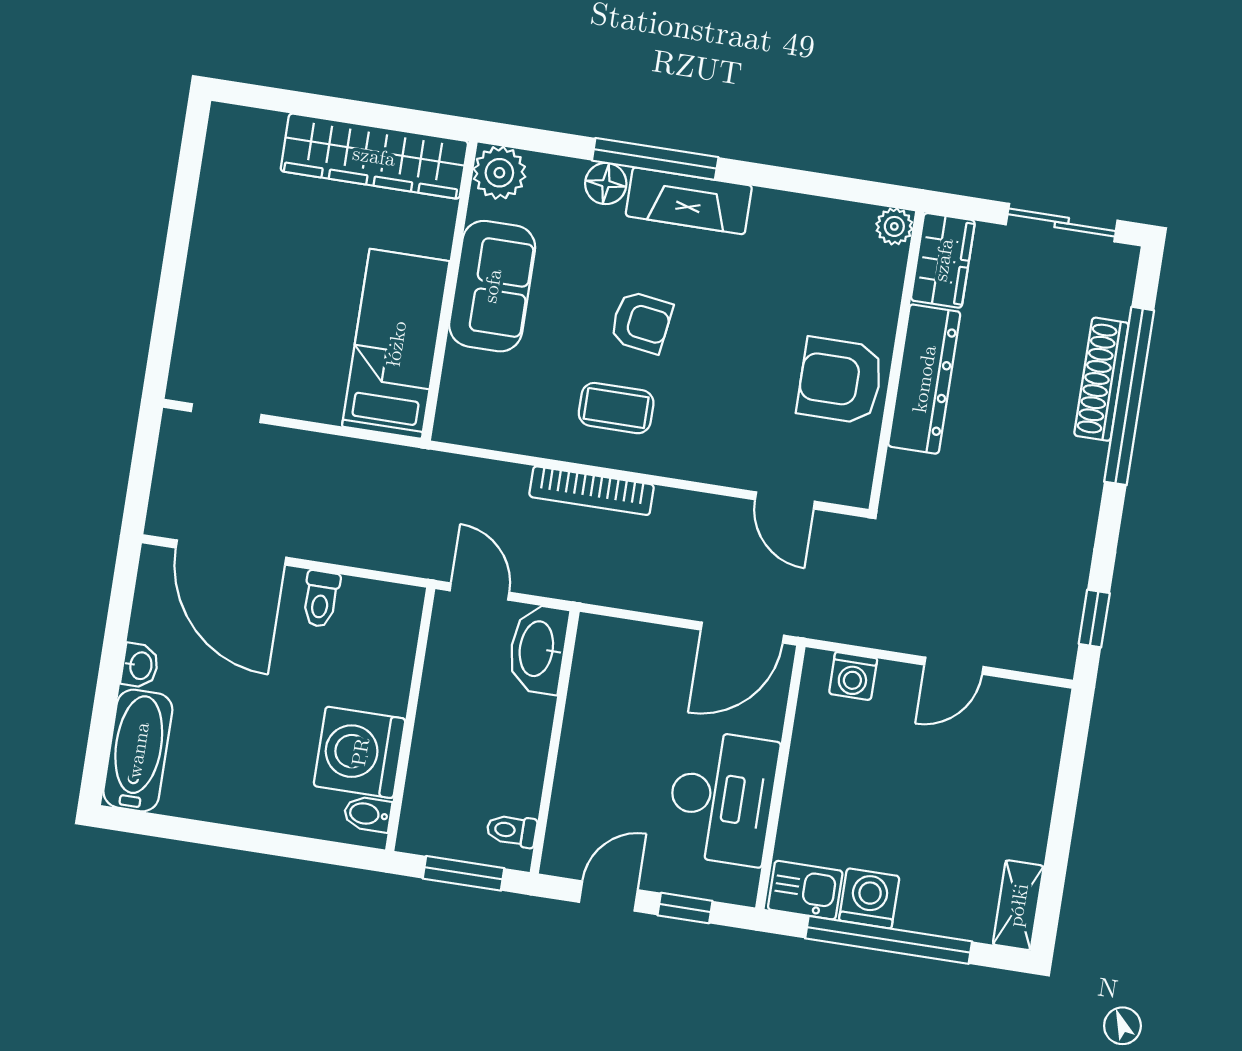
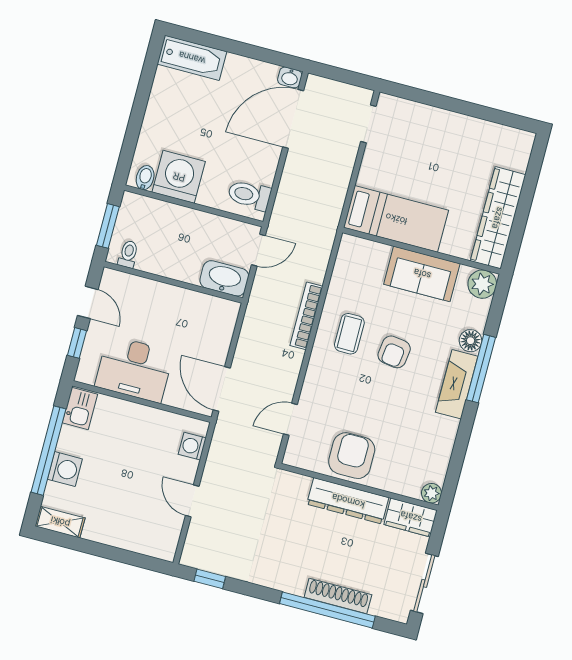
toilet: (321, 599) -> (249, 195), moved, width x1.37, depth x1.39
washbasin: (140, 666) -> (290, 77), moved
washing machine: (869, 898) -> (65, 469), moved

